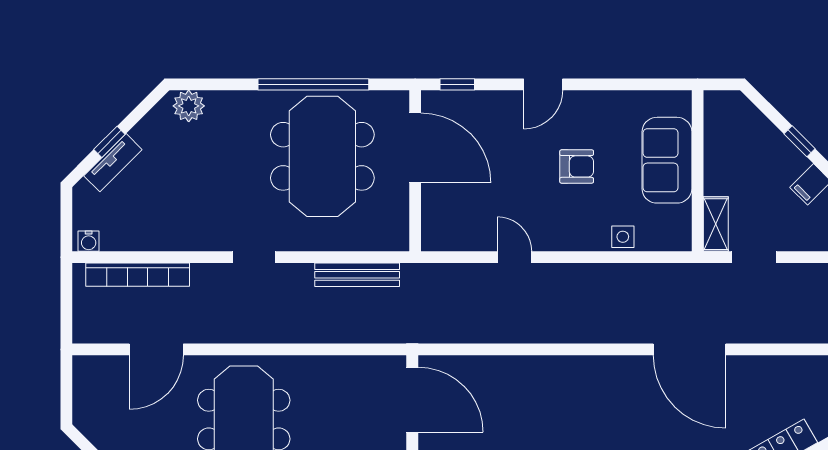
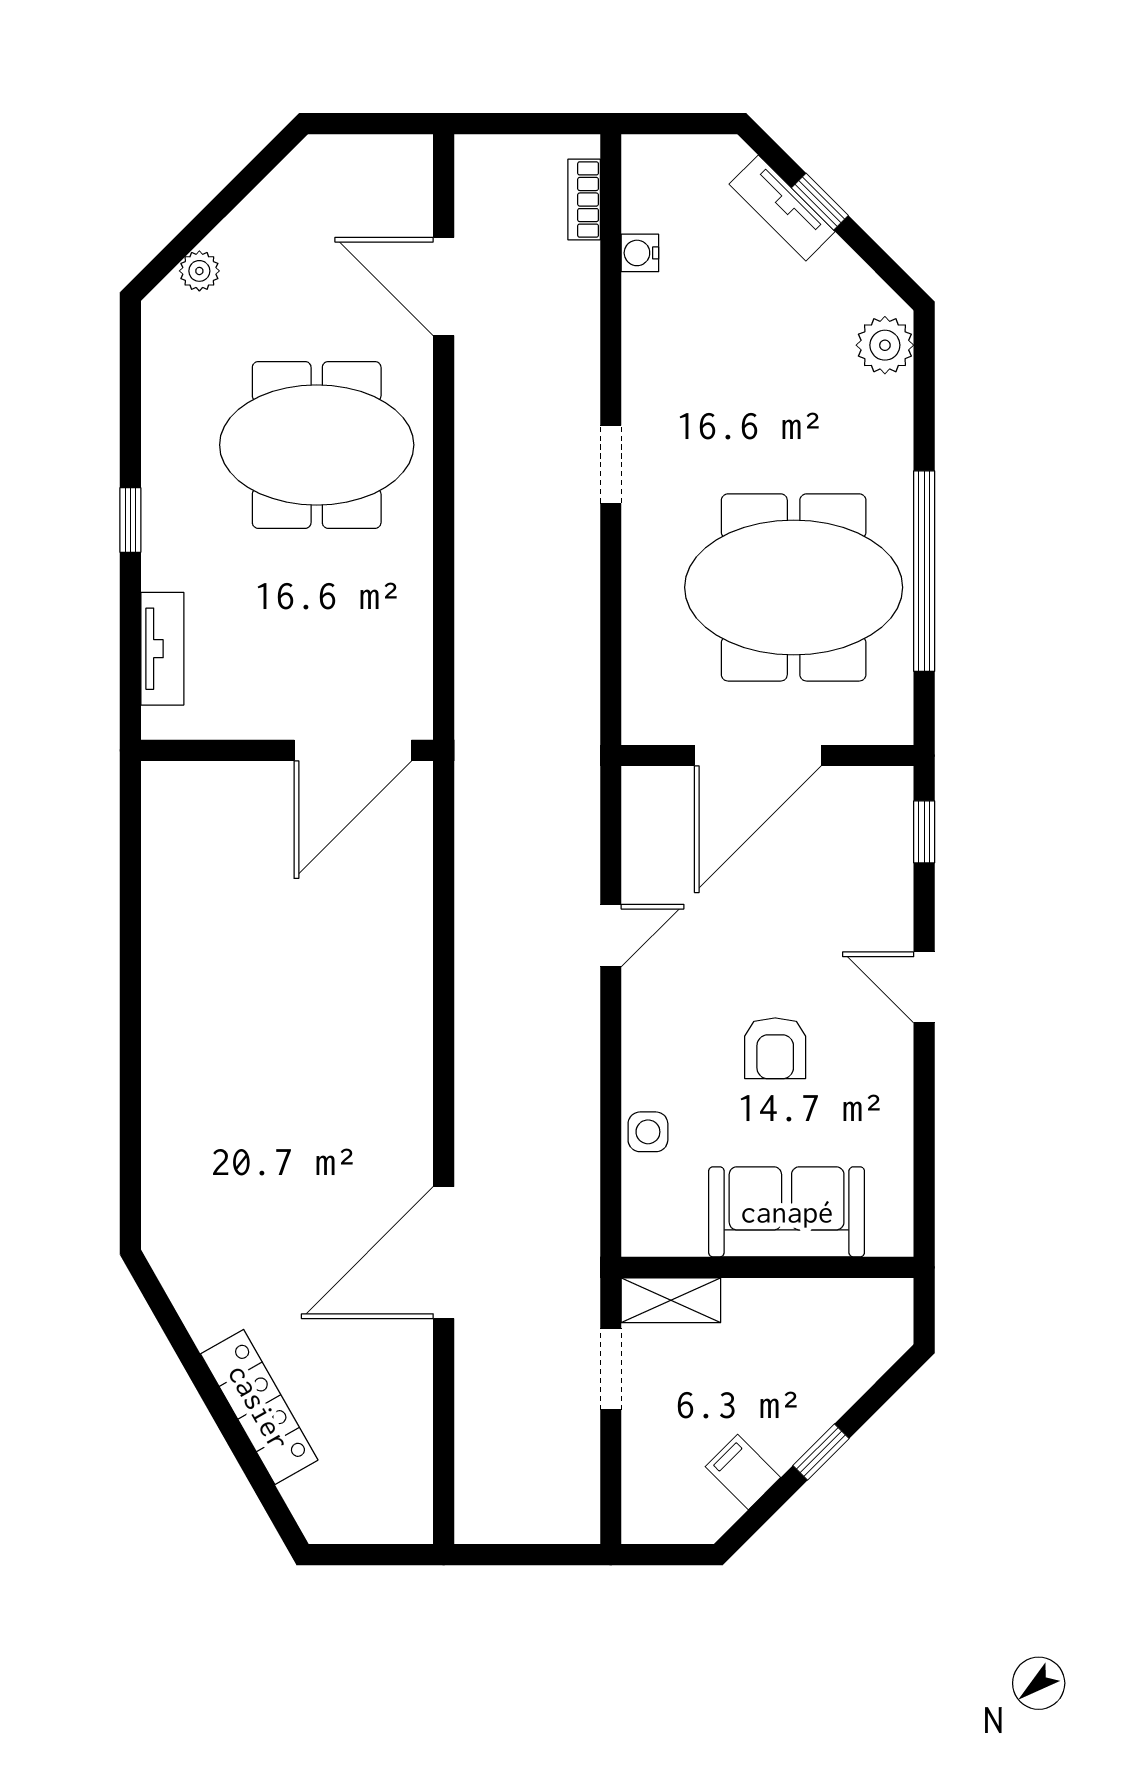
door: (415, 148) -> (758, 756), moved
water cooler: (89, 241) -> (640, 253), moved
bookcase: (138, 275) -> (584, 200), width x0.43, depth x0.76
bench: (357, 275) -> (579, 650), removed

